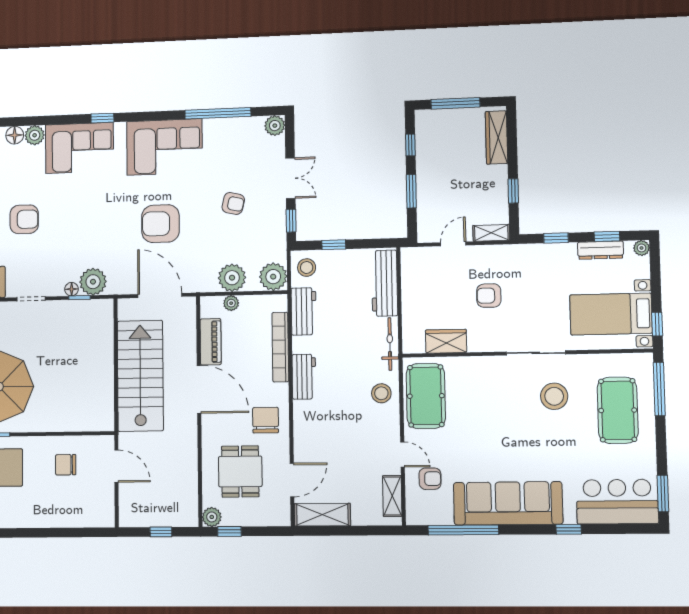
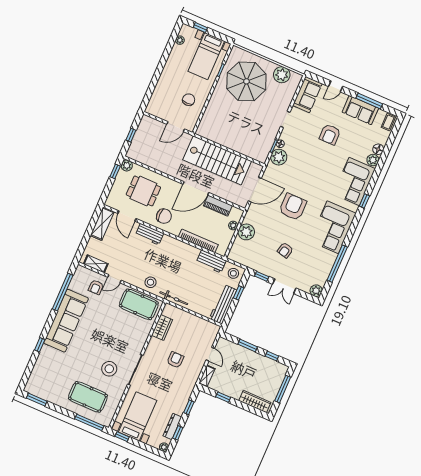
plant: (273, 277) -> (237, 254), removed
workbench: (385, 283) -> (223, 304), moved, turned -90
workbench: (304, 377) -> (149, 234), moved
bar counter: (617, 502) -> (43, 375), removed

